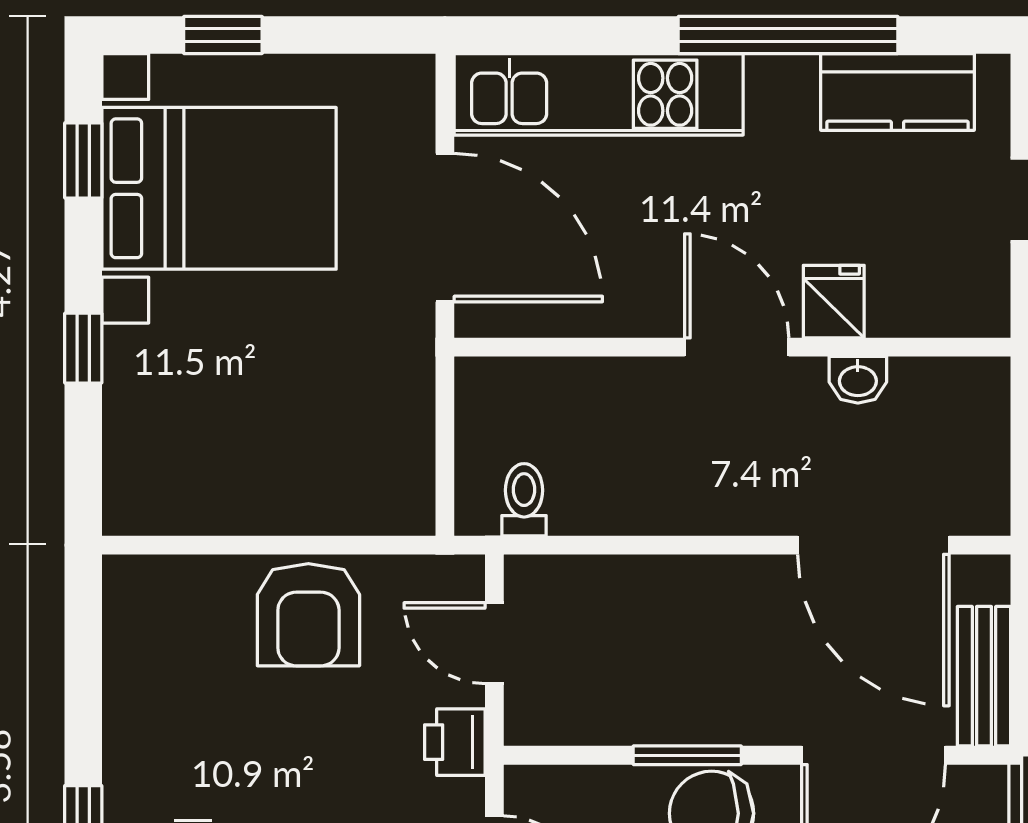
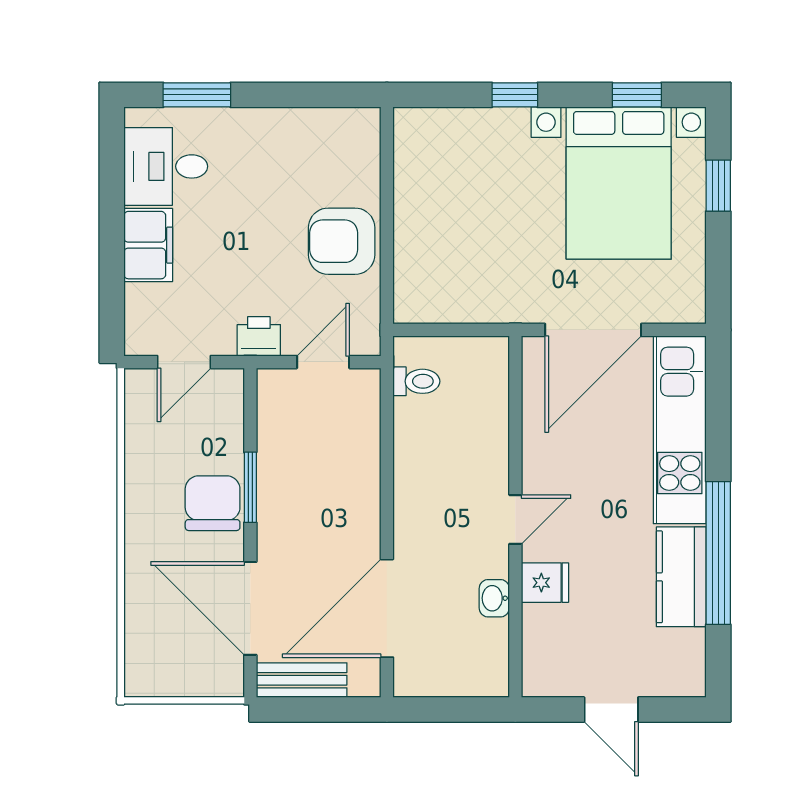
kitchen counter: (897, 92) -> (681, 577), moved
door: (737, 347) -> (515, 519), width x0.73

